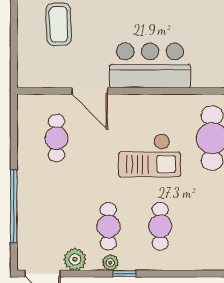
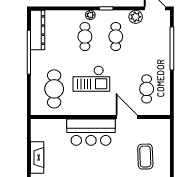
checkout: (149, 155) -> (91, 79), turned 180
plant: (110, 263) -> (90, 15), moved

